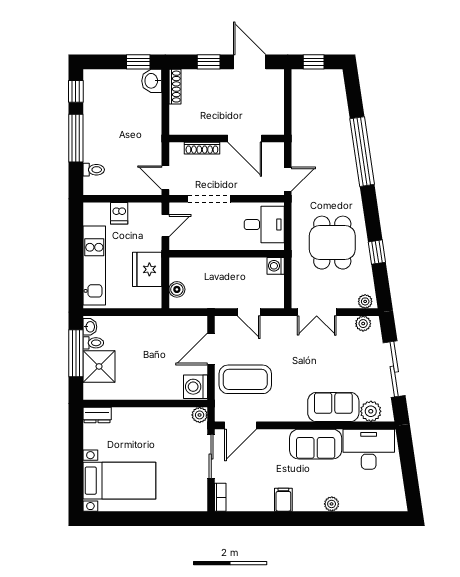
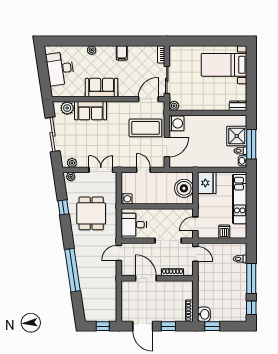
fridge: (147, 269) -> (207, 183), moved
boiler: (177, 289) -> (184, 188), width x1.86, depth x1.86
desk: (369, 449) -> (60, 69), moved, turned 82

